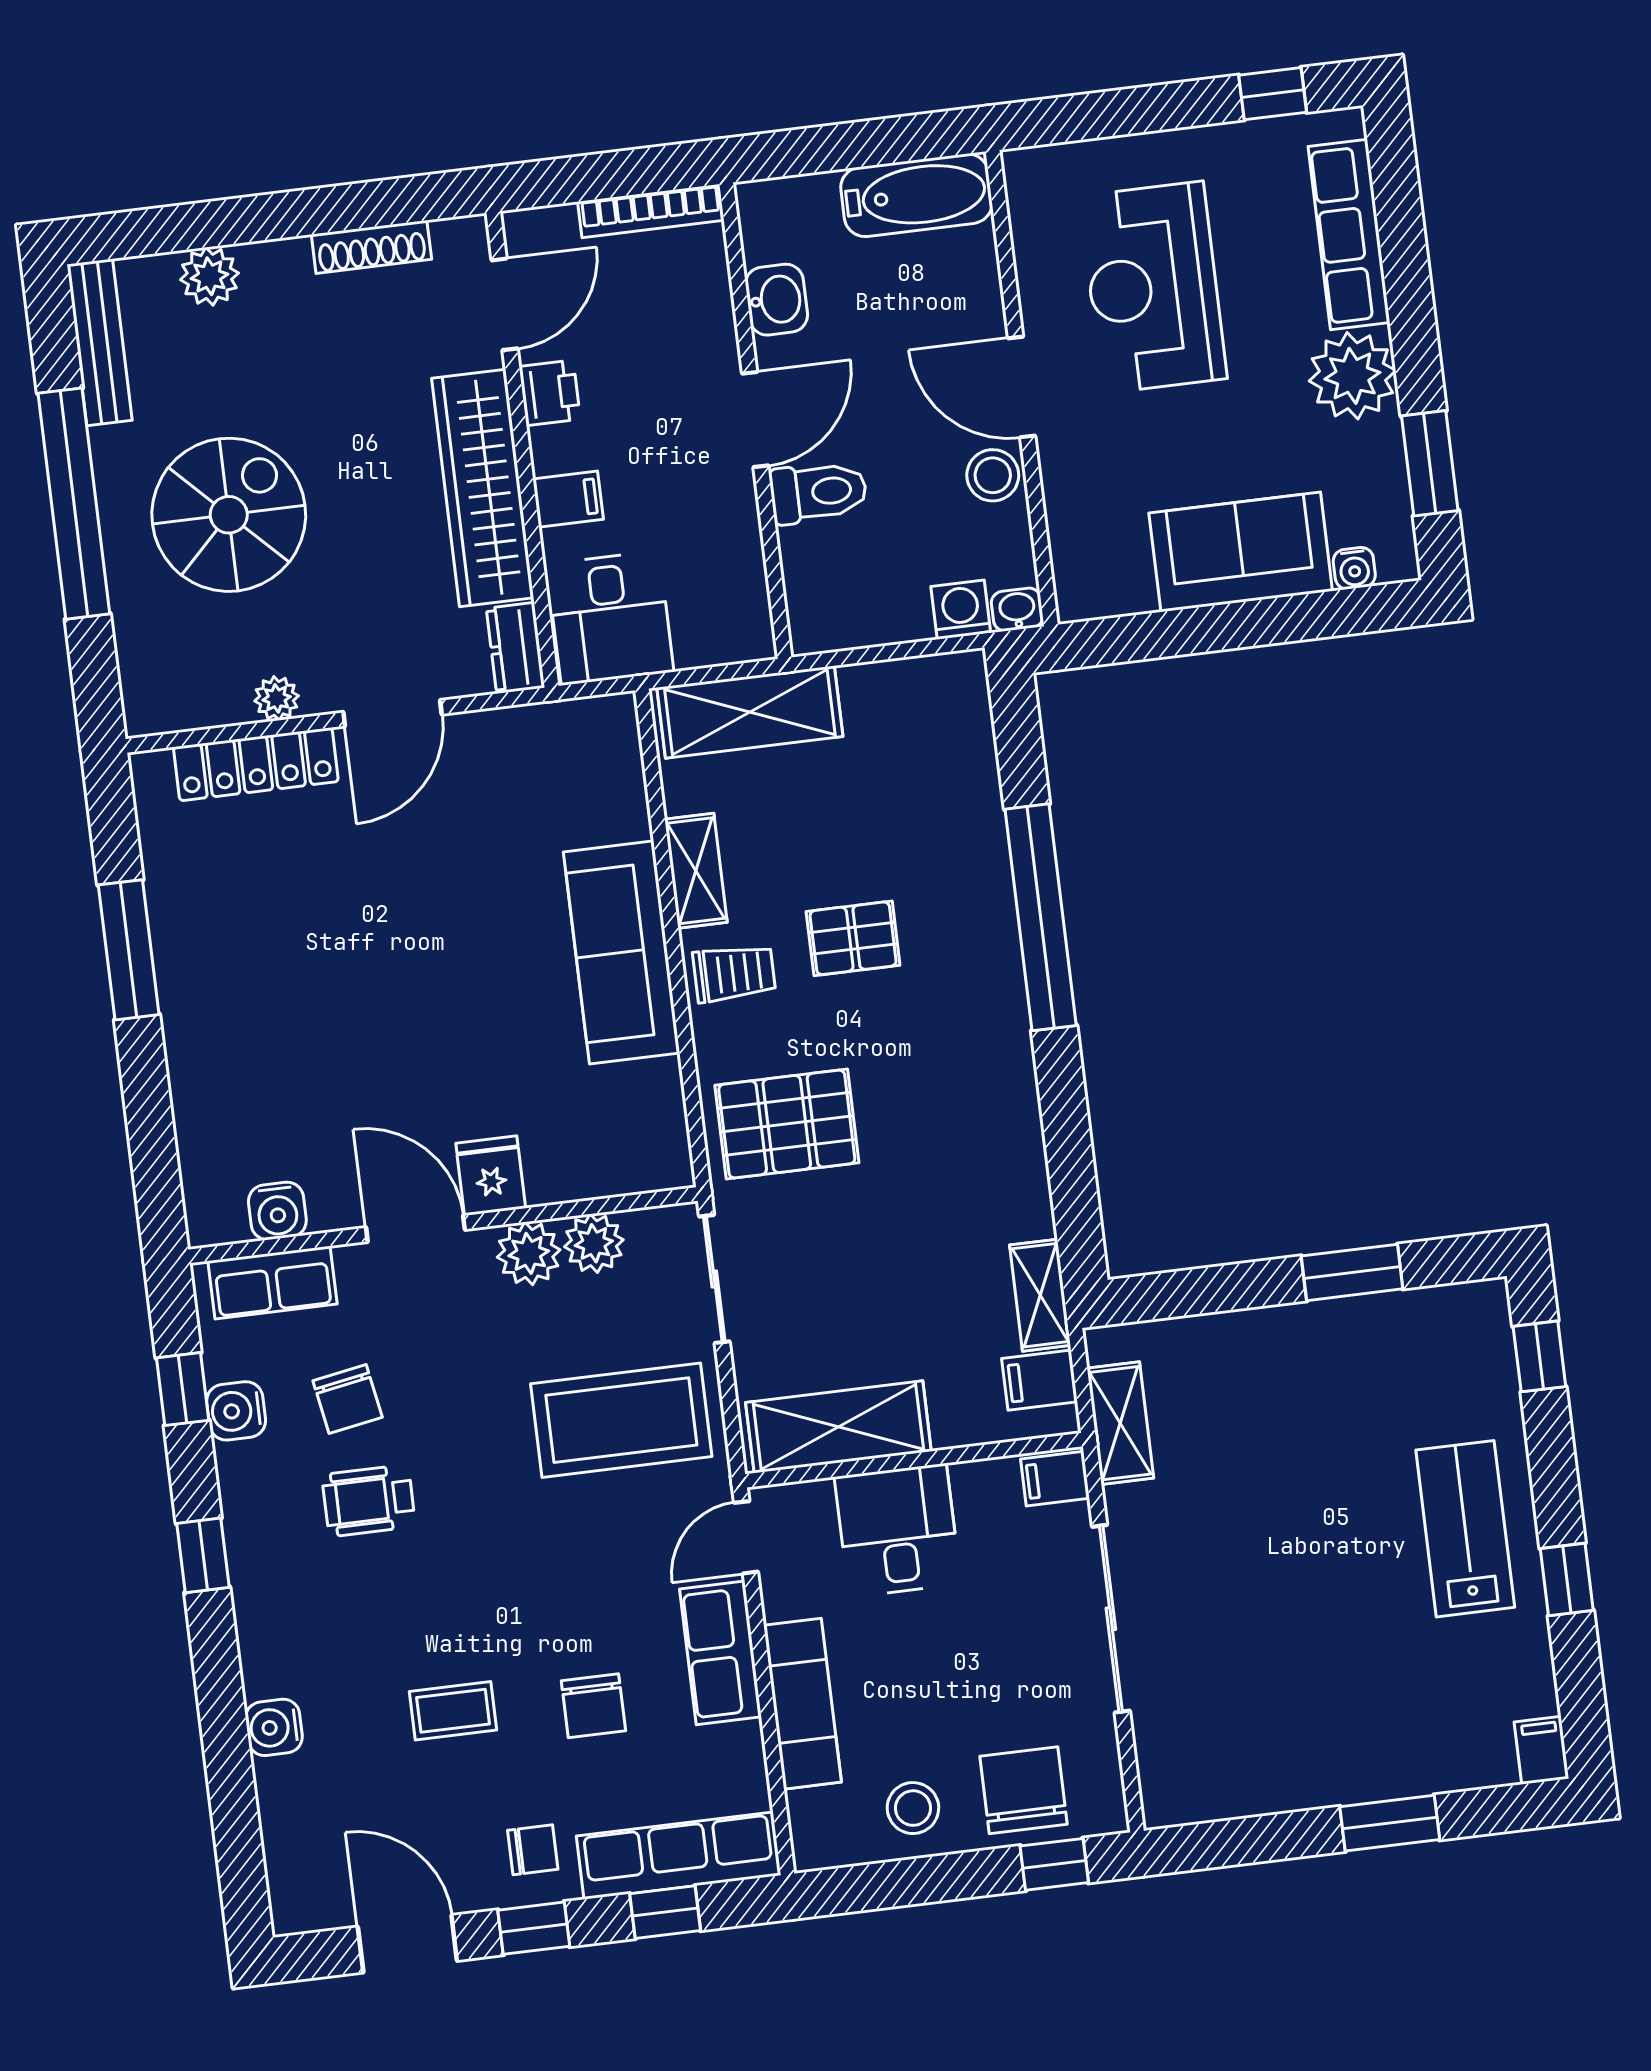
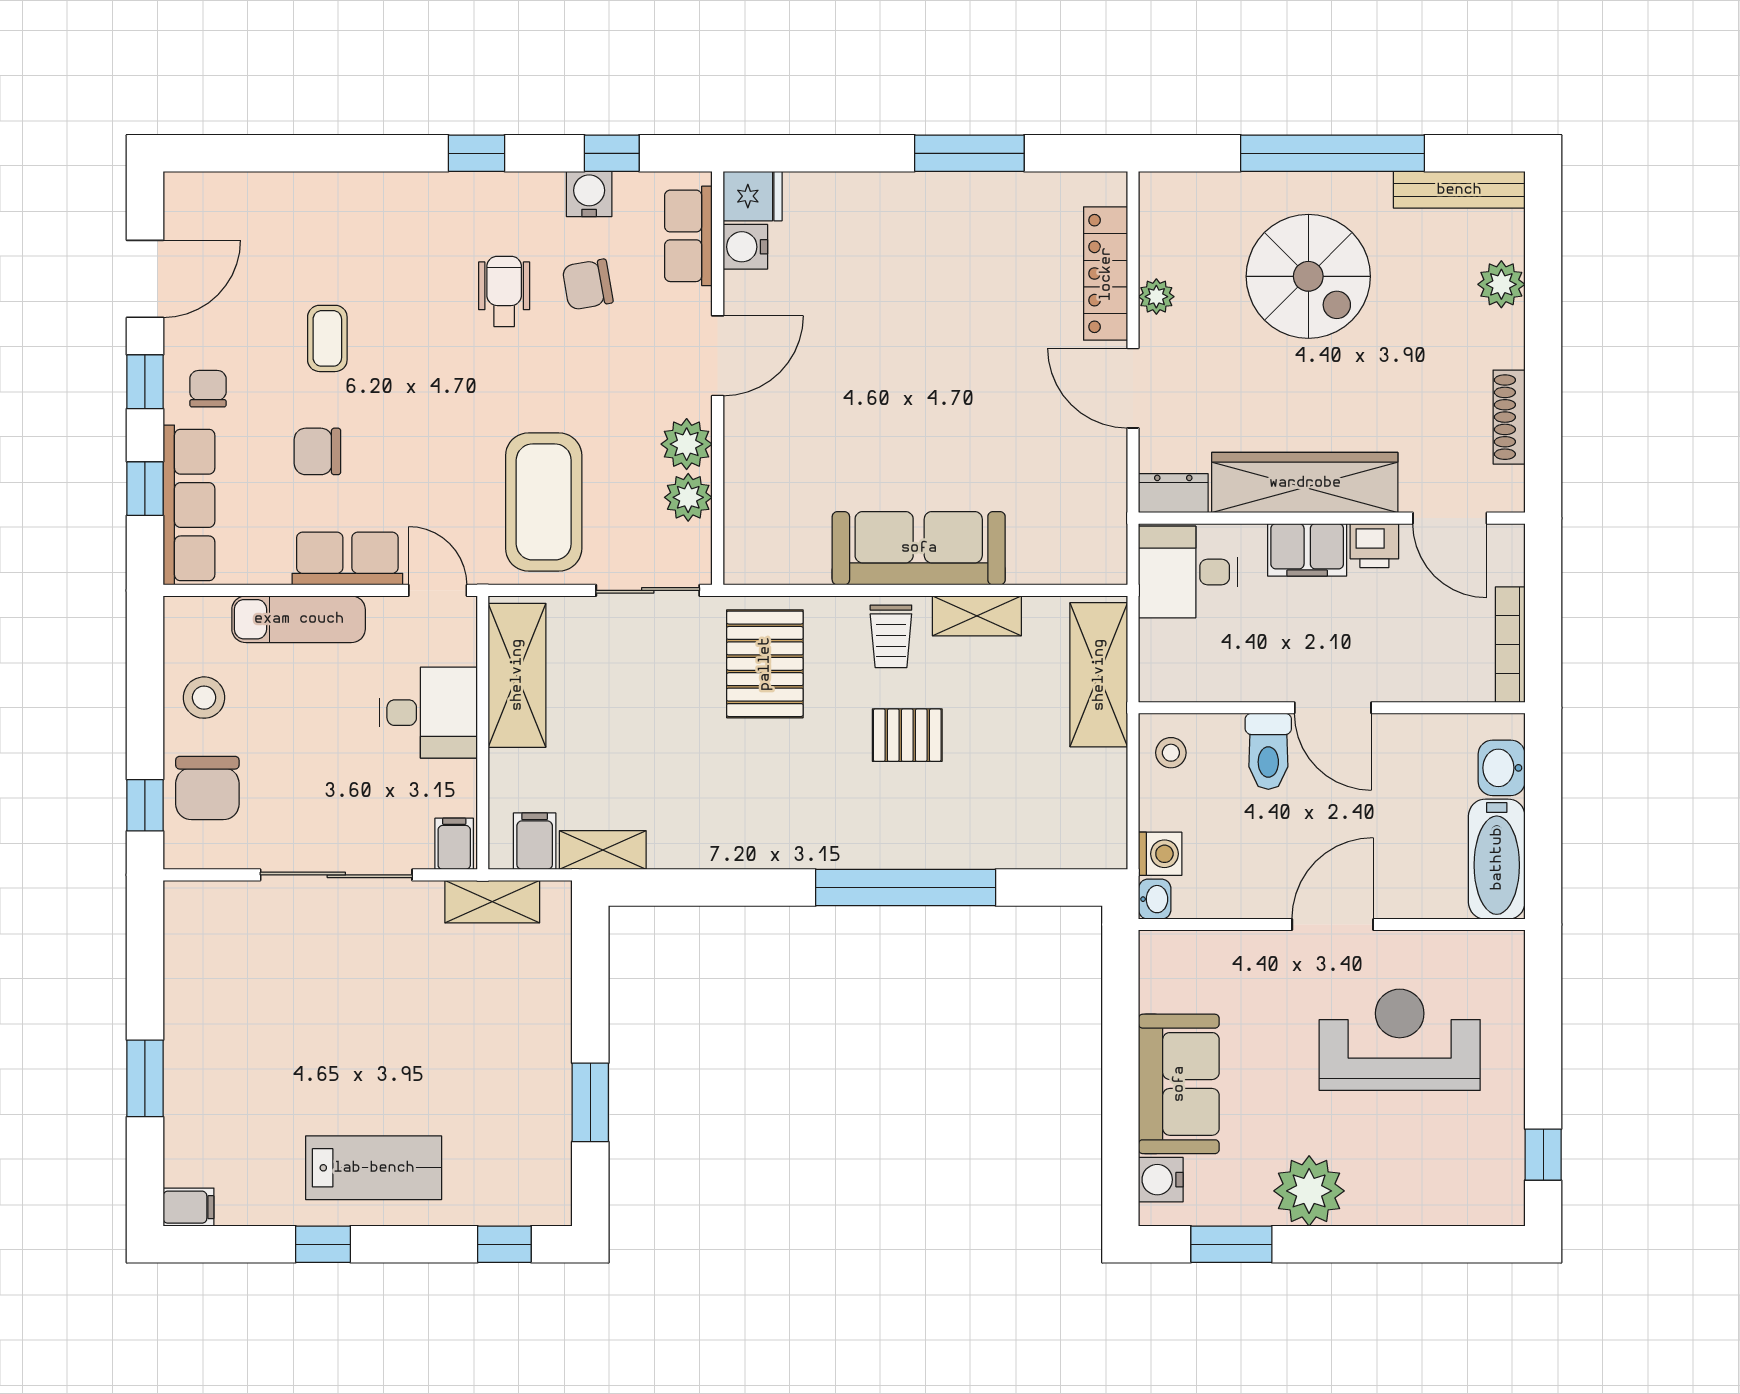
row of seats: (1349, 235) -> (1423, 1202), removed
washbasin: (776, 300) -> (1502, 768), moved, turned 90
stool: (993, 475) -> (1171, 753), moved, width x0.73, depth x0.73
filing cabinet: (568, 499) -> (1307, 550), width x2.00
water cooler: (1354, 568) -> (1161, 1180), width x1.38, depth x1.38
pallet: (853, 938) -> (907, 735), turned 90
fridge: (491, 1176) -> (753, 196), moved
water cooler: (274, 1727) -> (332, 193), removed
chair: (1024, 1790) -> (207, 788), turned 90
chair: (533, 1850) -> (208, 389), turned 180

